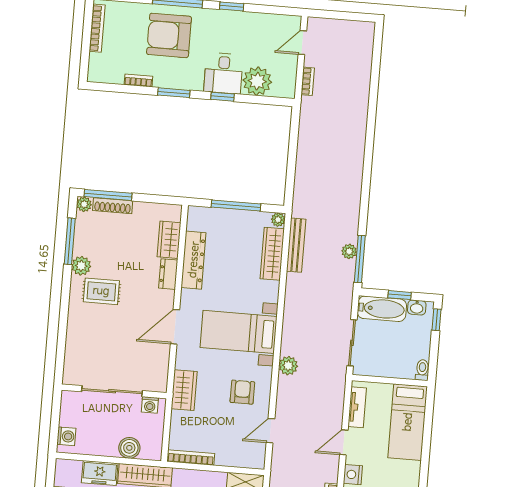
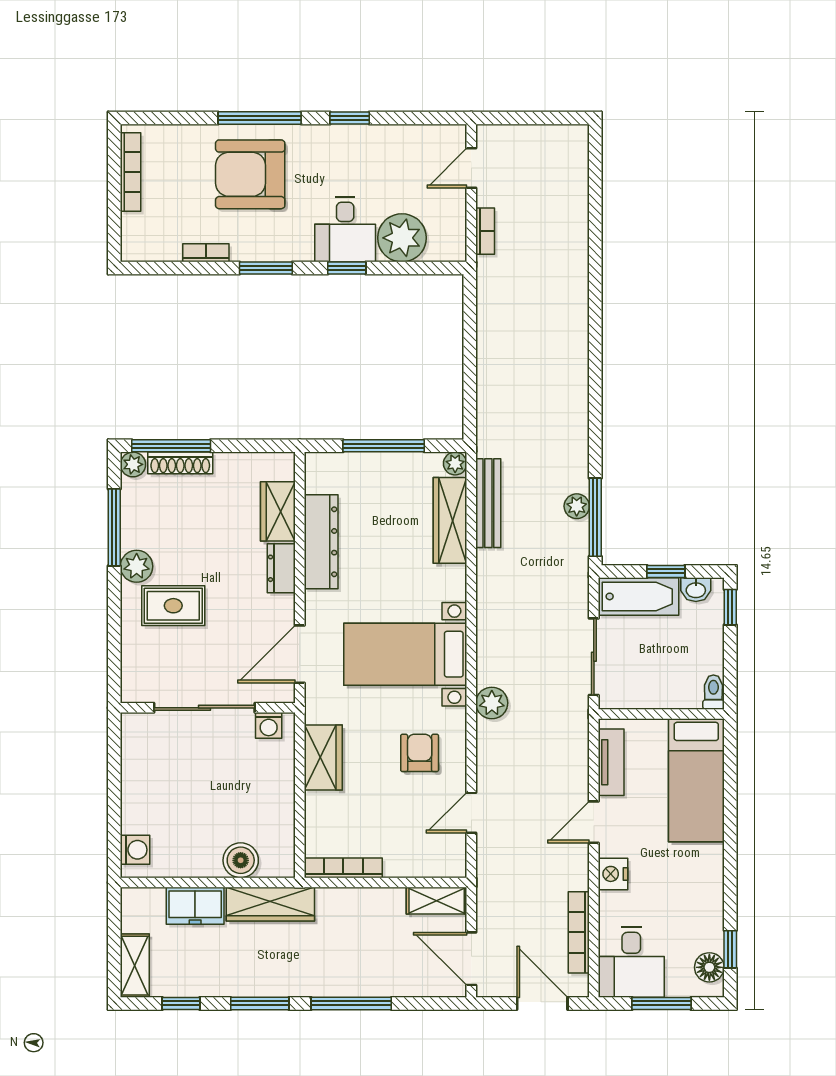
sliding door: (112, 391) -> (204, 708), moved
wall: (114, 391) -> (208, 708), moved
washing machine: (150, 405) -> (269, 725), moved

